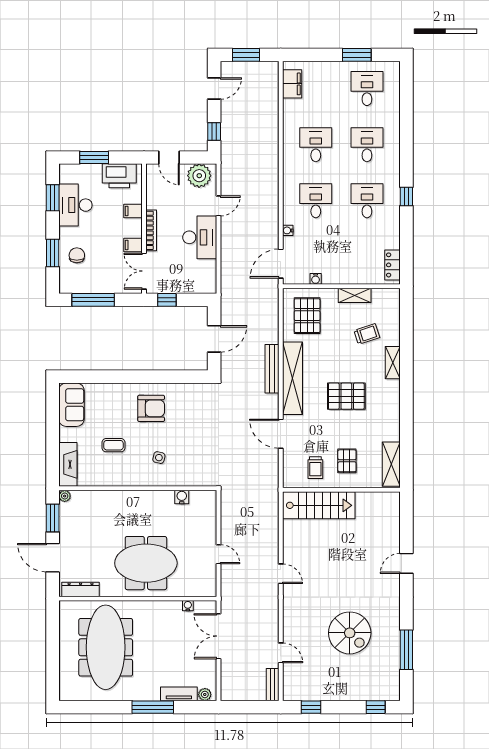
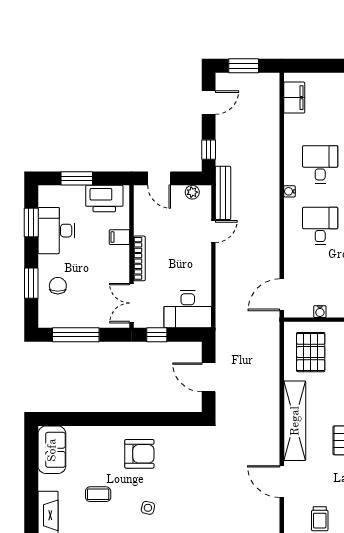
plant: (199, 176) -> (192, 192), width x0.53, depth x0.53
water cooler: (288, 230) -> (289, 191), moved
desk: (200, 237) -> (188, 309), moved, turned 90
filing cabinet: (133, 245) -> (119, 274), removed
door: (214, 339) -> (209, 377), swing flipped
bench: (272, 369) -> (223, 193), moved

